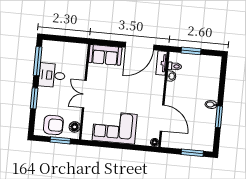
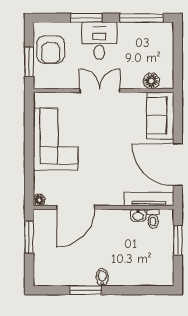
tv unit: (162, 63) -> (149, 199), width x1.41
desk: (52, 75) -> (99, 41), moved
floor lamp: (75, 127) -> (151, 81), moved
window: (192, 153) -> (29, 237), moved

